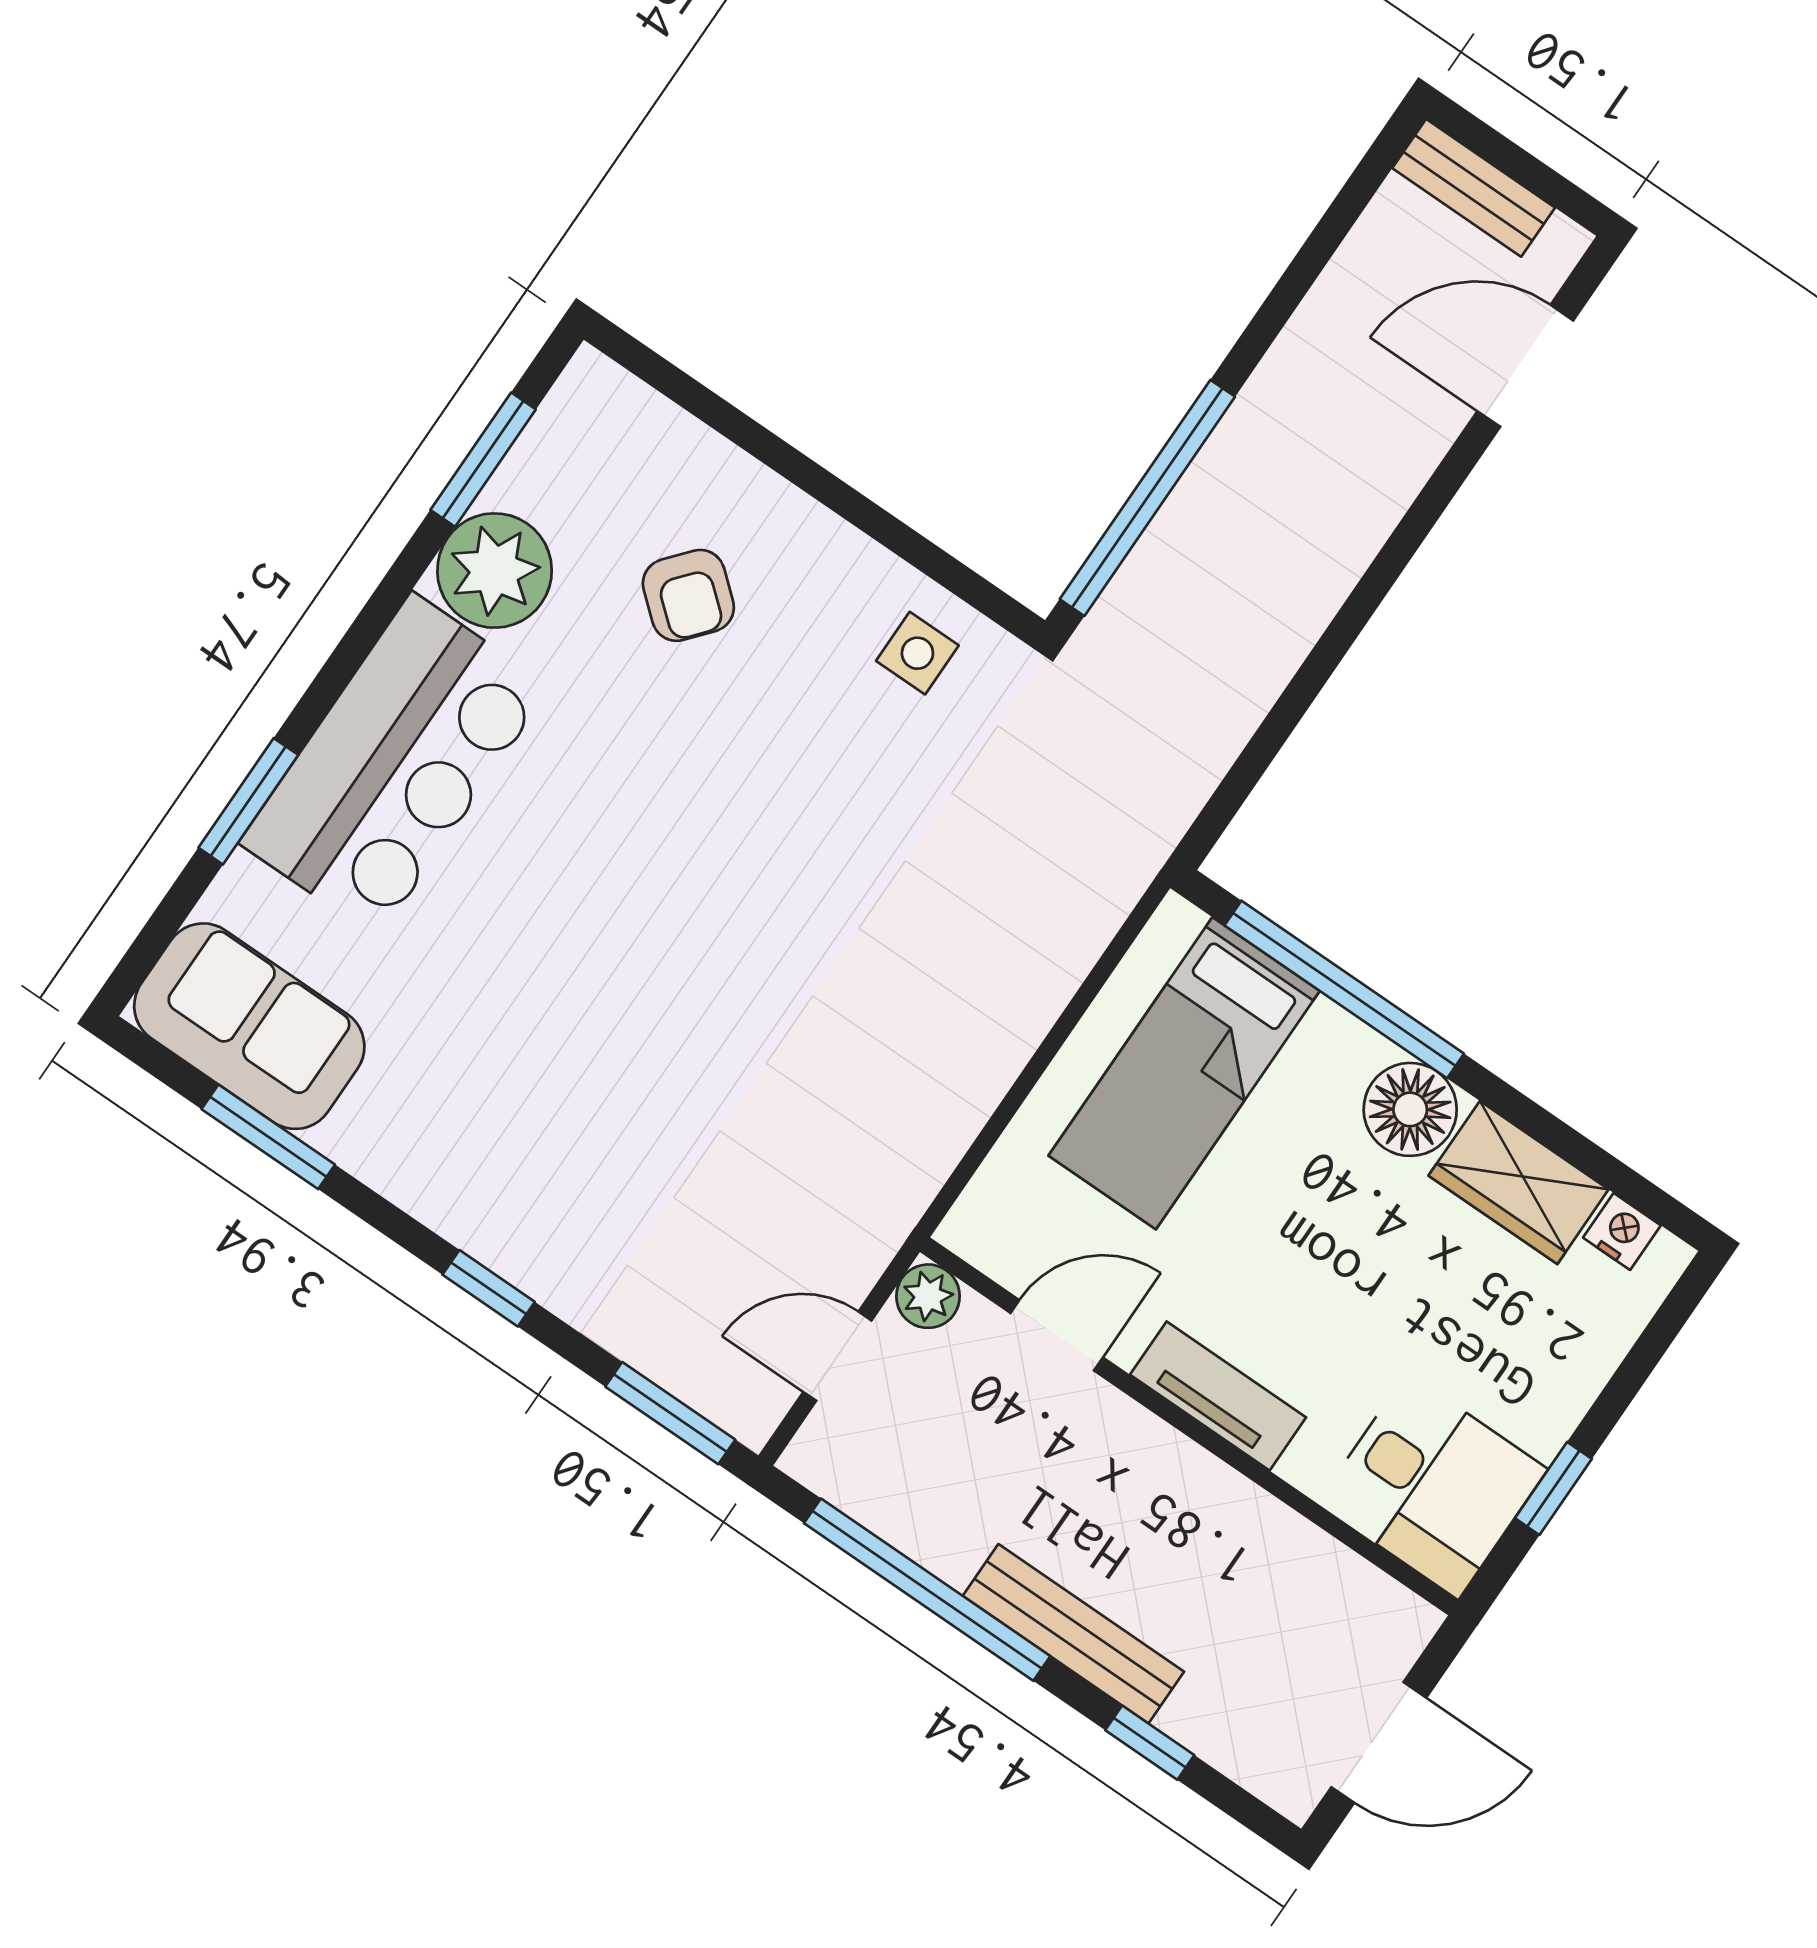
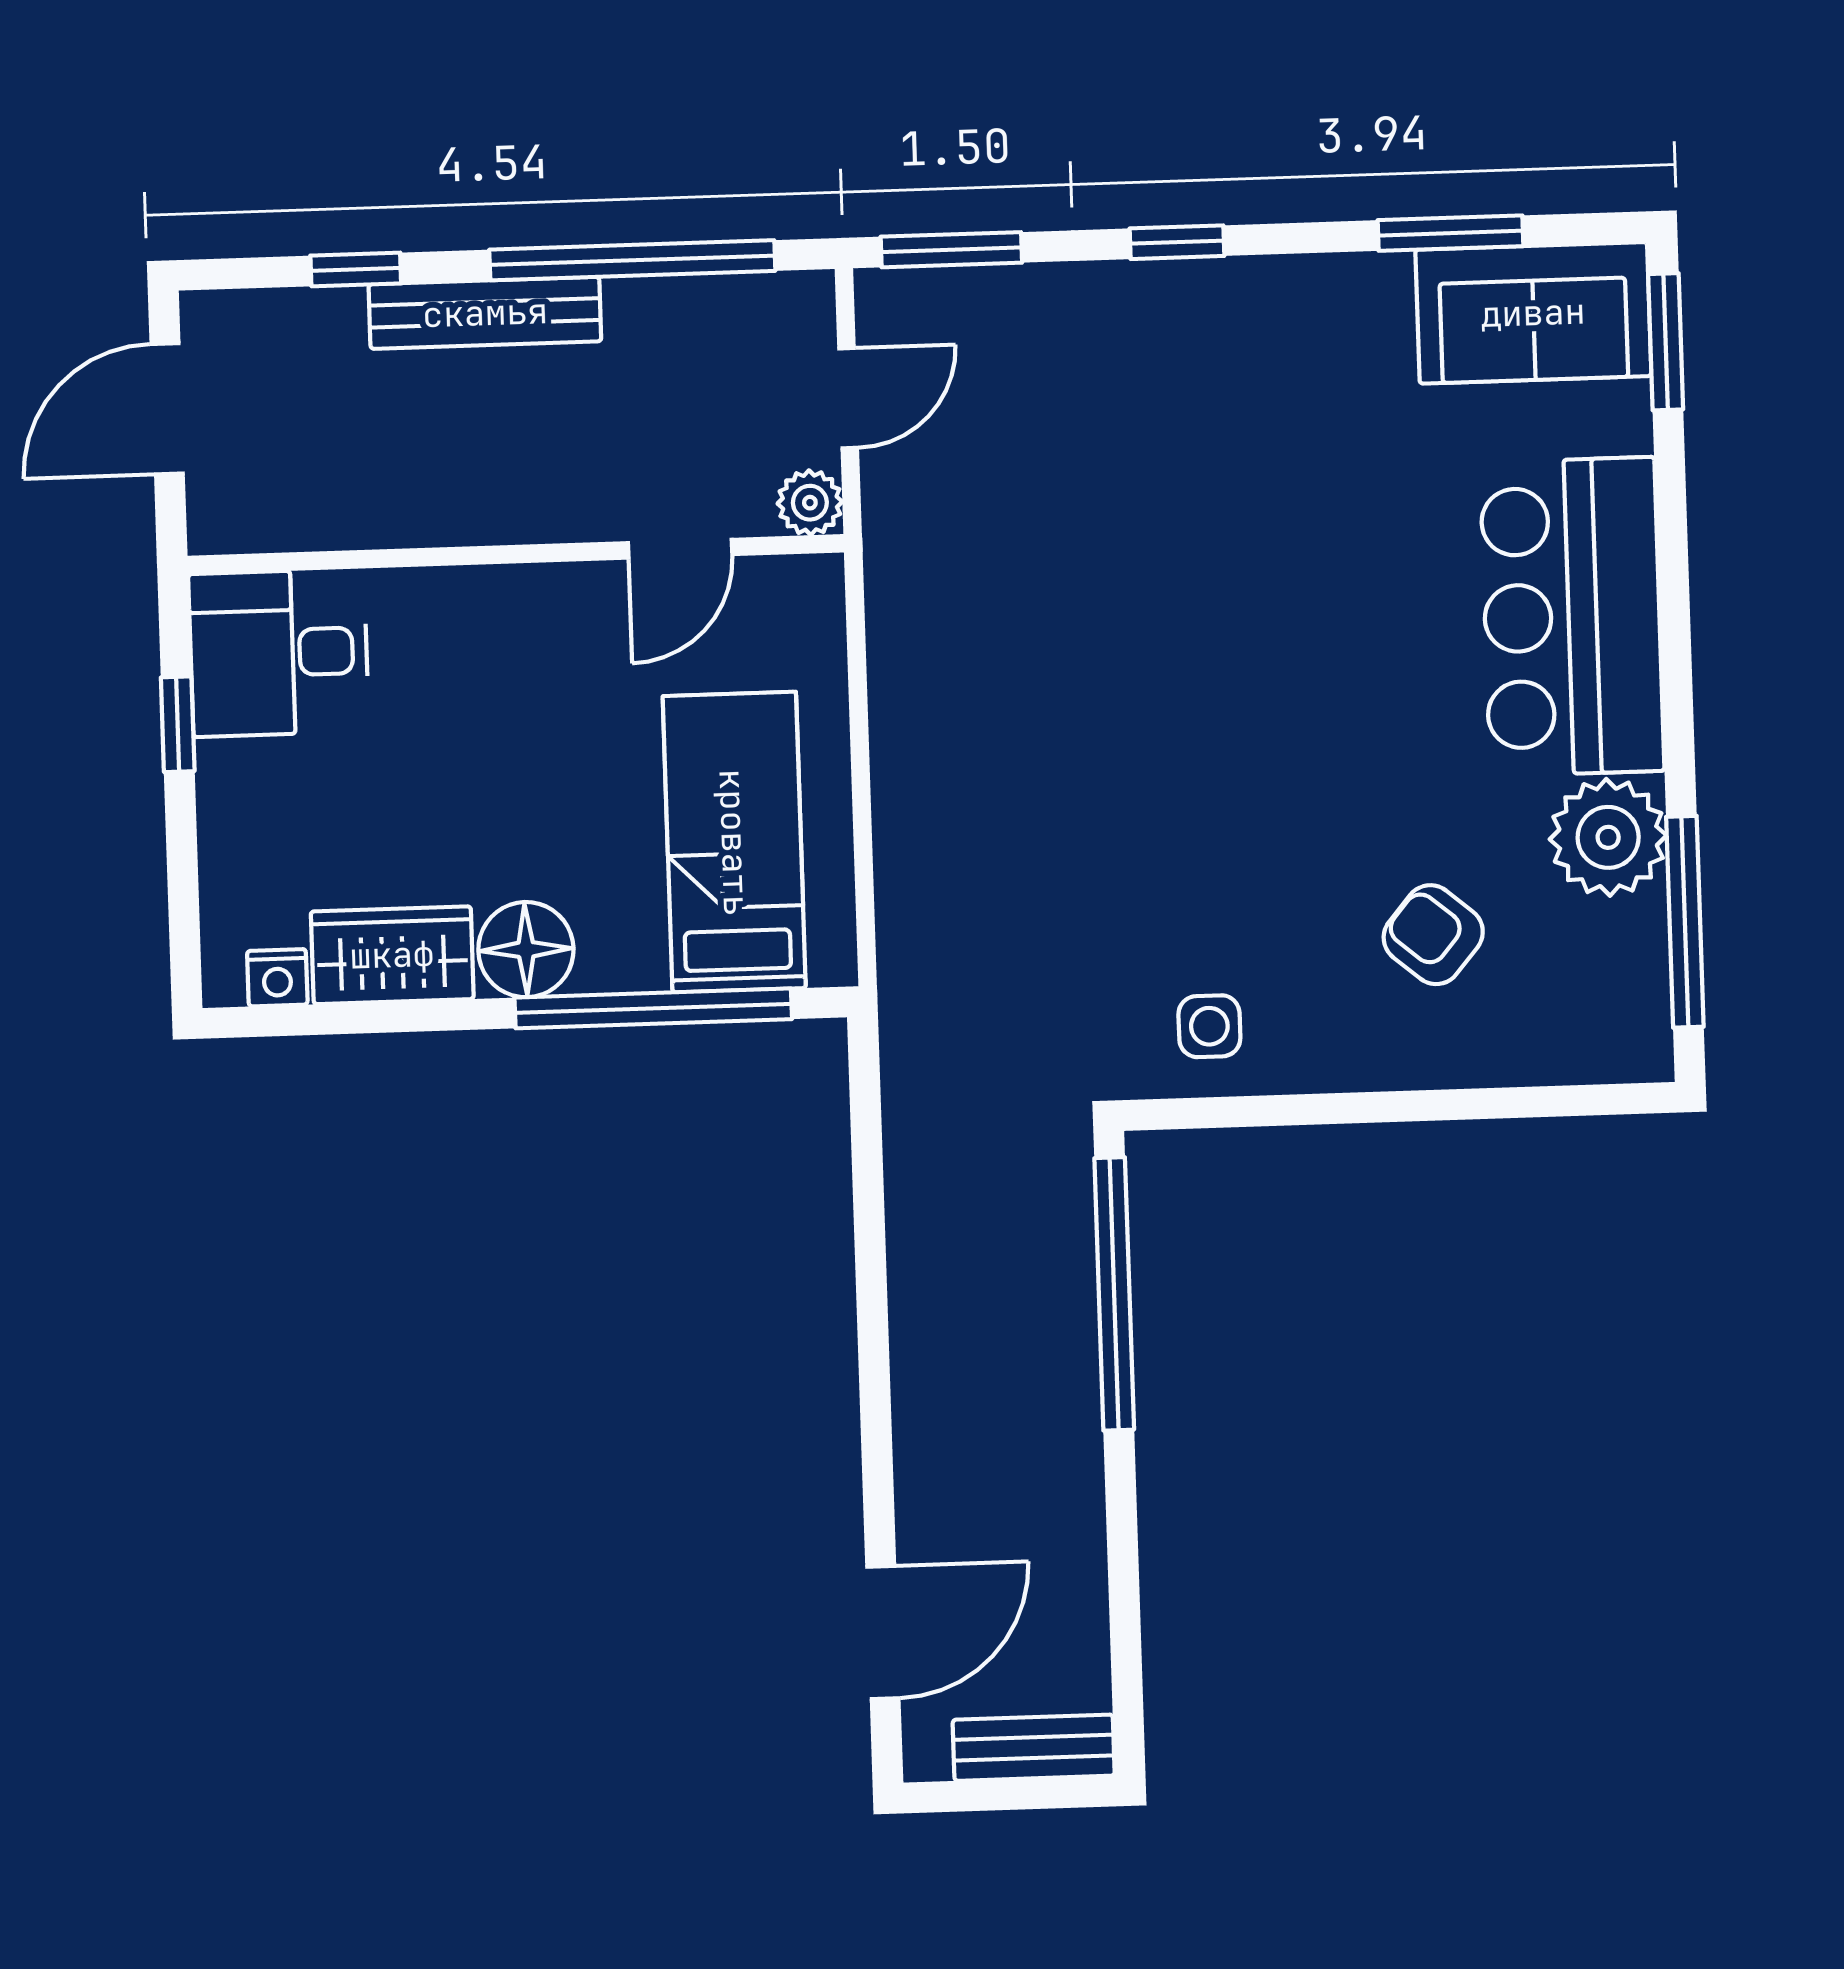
window: (483, 460) -> (1685, 922), width x1.44
window: (248, 801) -> (1666, 342), moved
tv unit: (1218, 1396) -> (510, 597), removed

